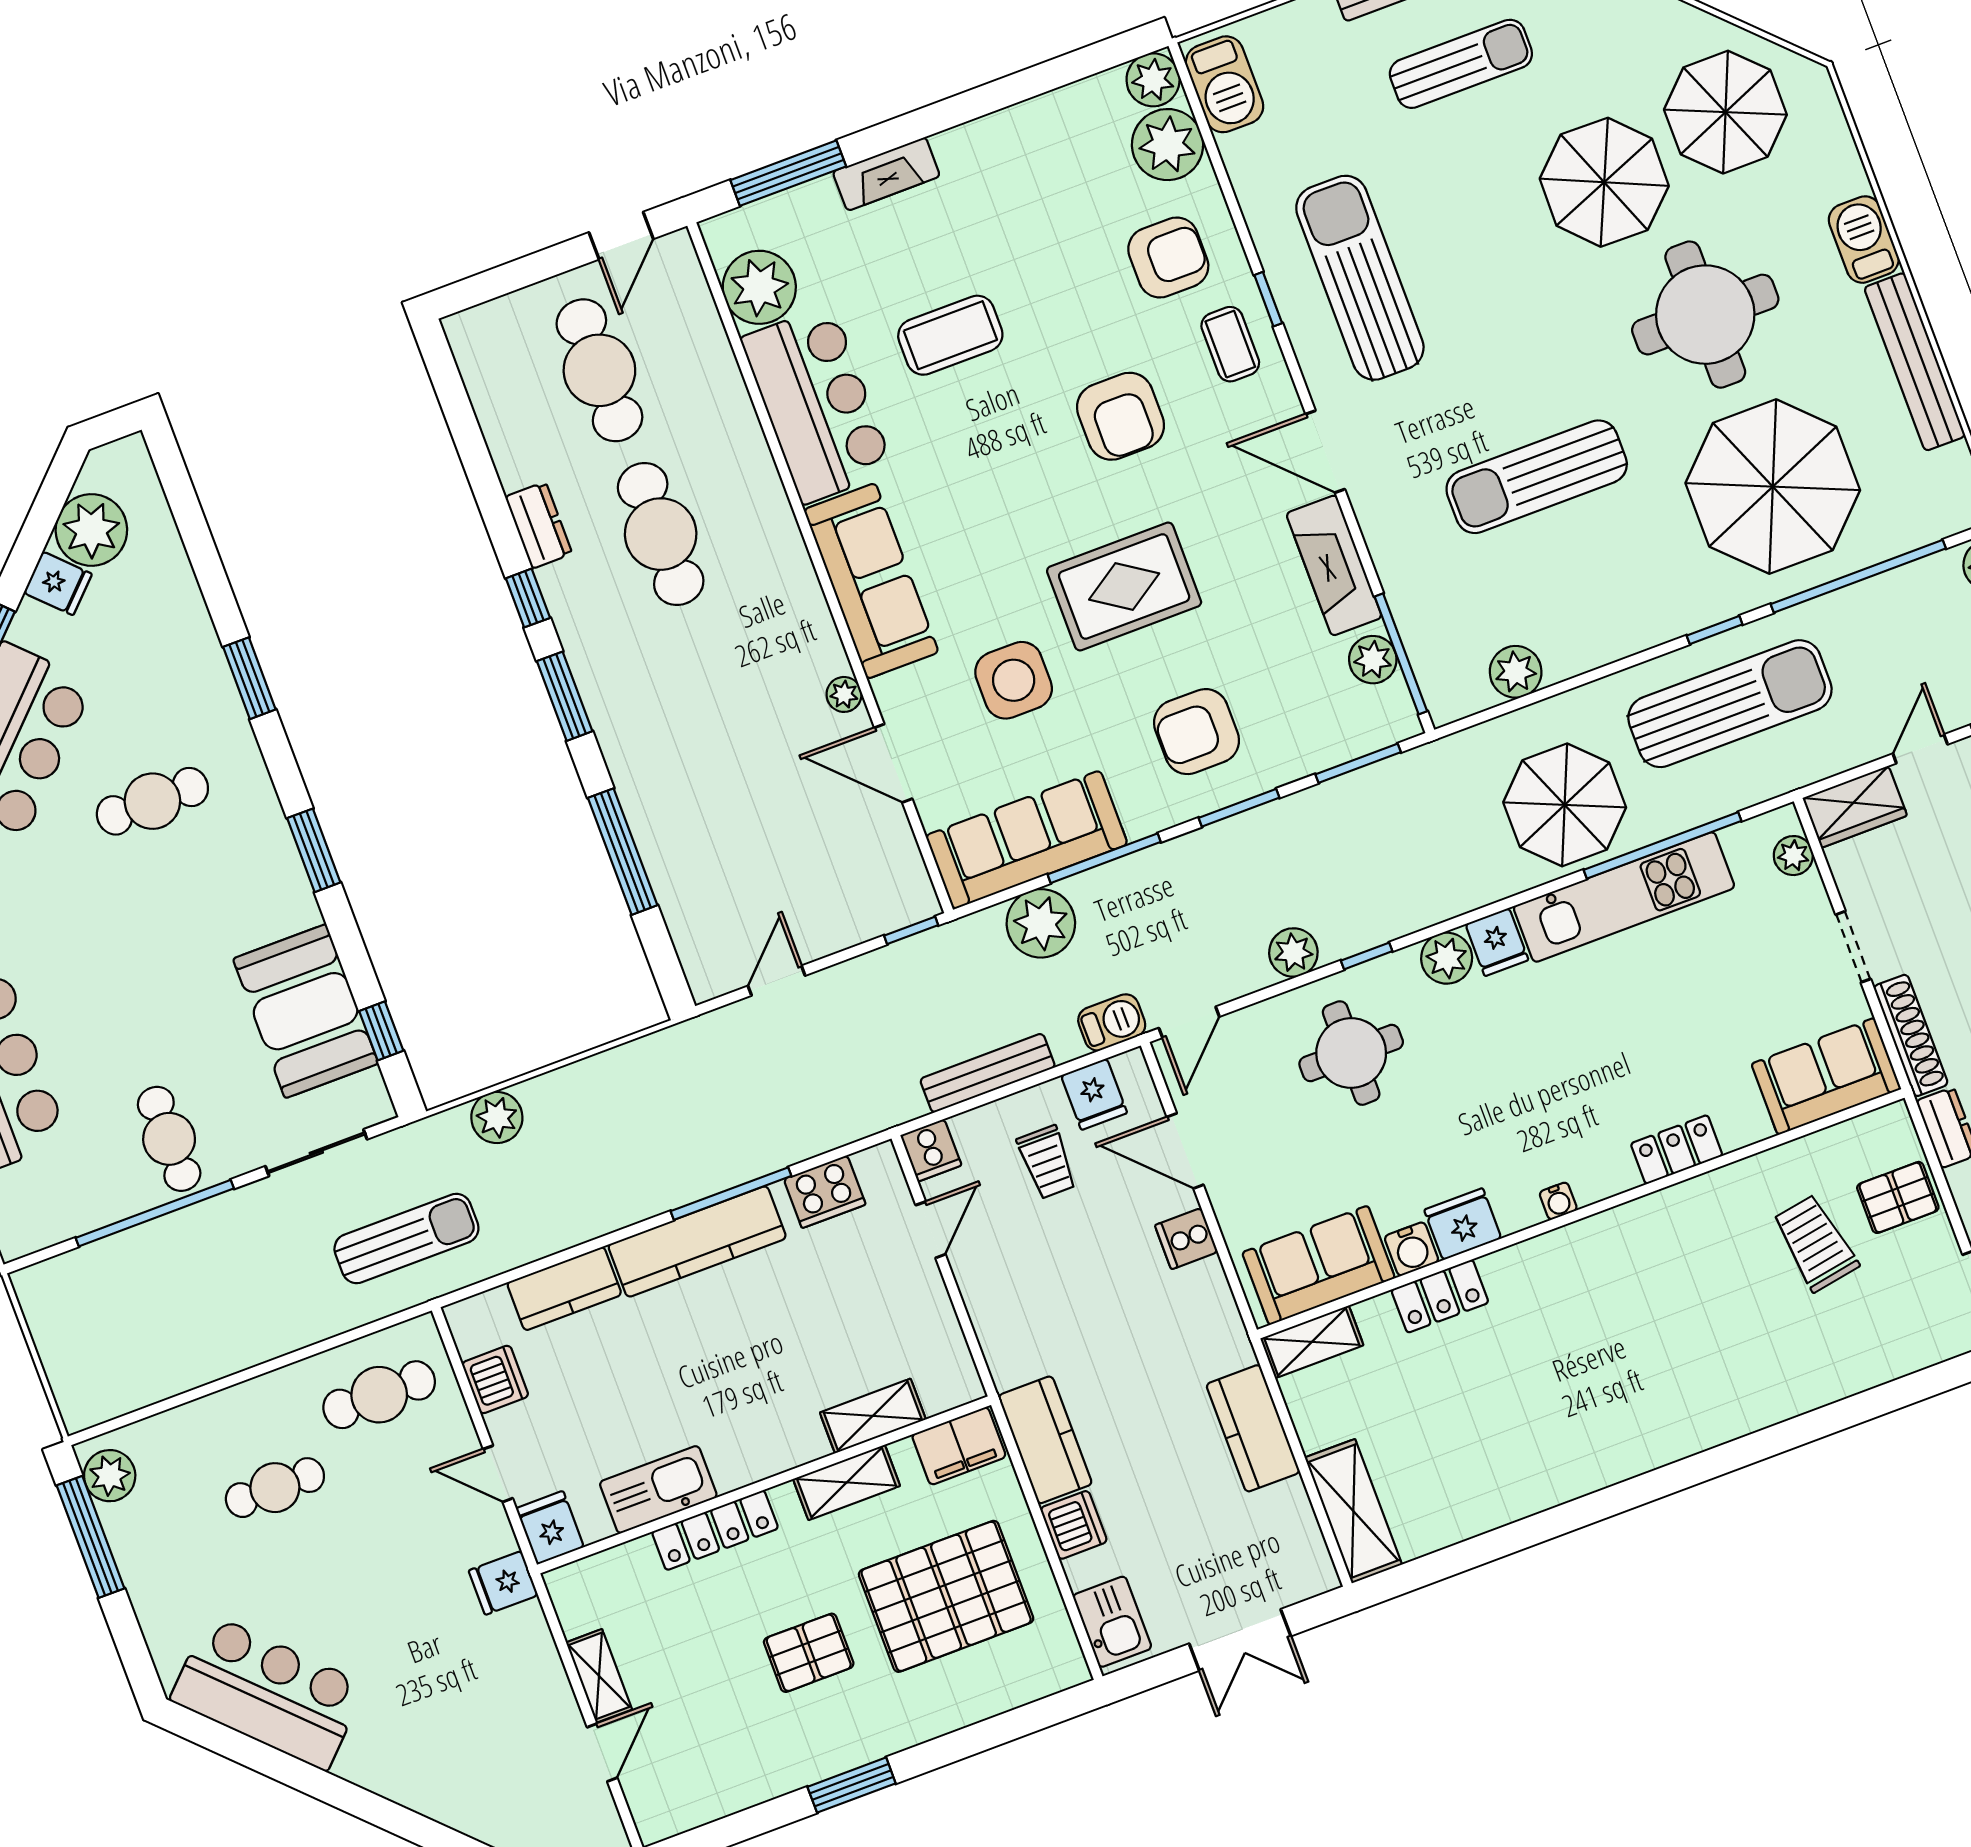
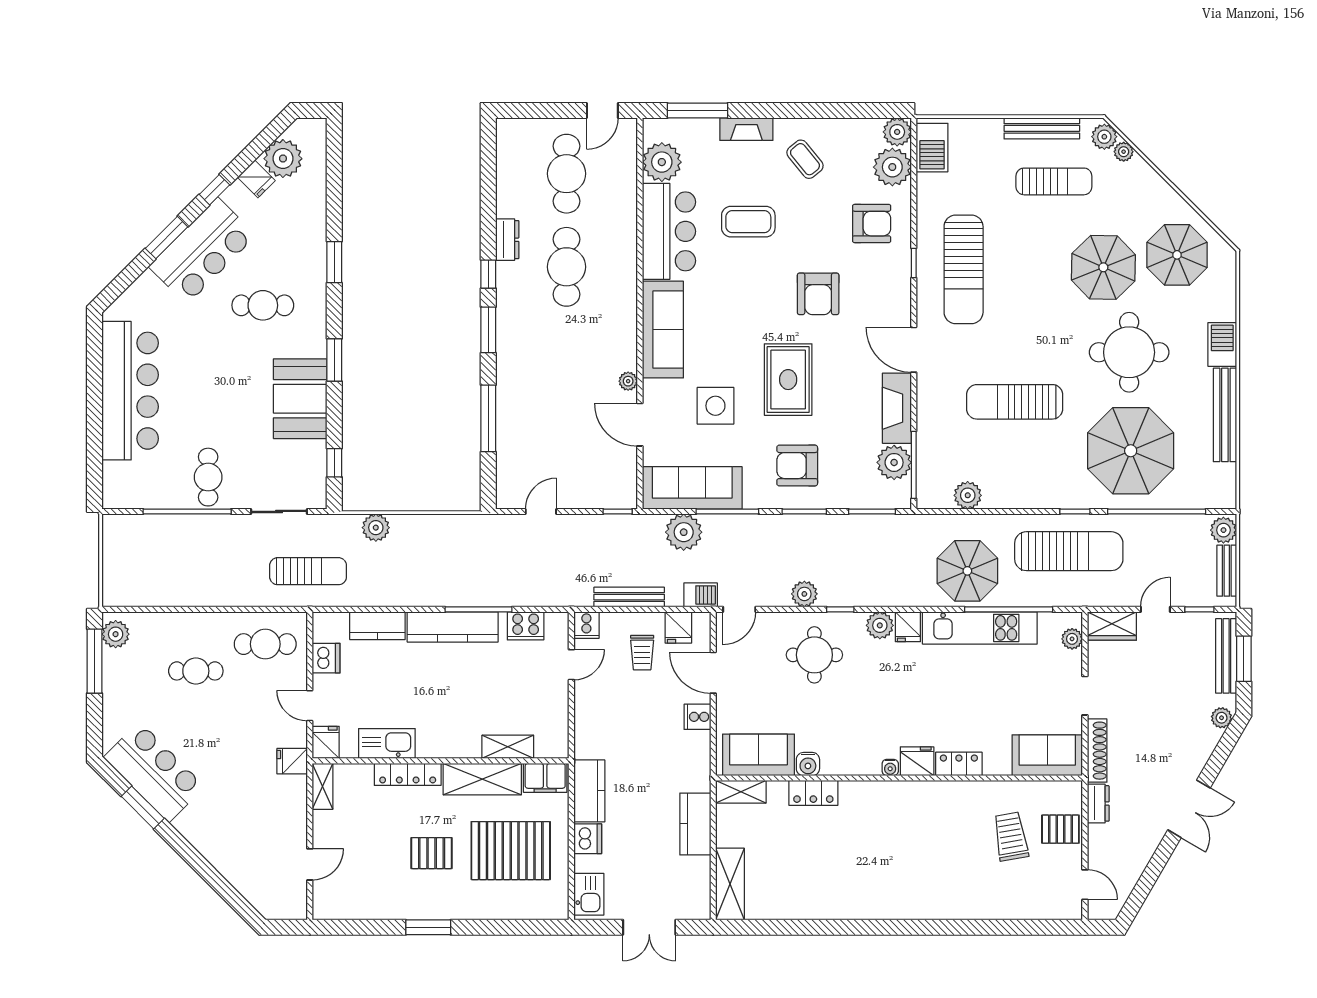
sun lounger: (1360, 278) -> (964, 269), turned 180
coffee table: (1230, 344) -> (805, 159), moved, turned -39
rug: (1124, 586) -> (788, 380), turned 90
plant: (1373, 660) -> (894, 462), width x1.36, depth x1.36
booth: (306, 1011) -> (300, 399), moved
fridge: (1463, 1224) -> (917, 761), moved
shelving: (847, 1482) -> (482, 779), width x1.50, depth x1.33
shelving: (599, 1676) -> (323, 786), moved
window: (271, 1762) -> (143, 807), added

